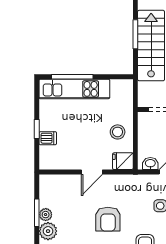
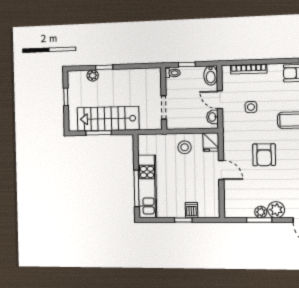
armchair: (108, 219) -> (264, 155), turned 90

